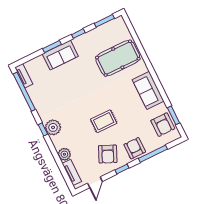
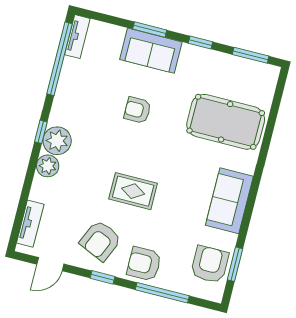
armchair: (76, 85) -> (137, 110), added
armchair: (163, 125) -> (210, 264), turned 180
armchair: (135, 148) -> (144, 264), turned -90
plant: (64, 154) -> (48, 166), moved

